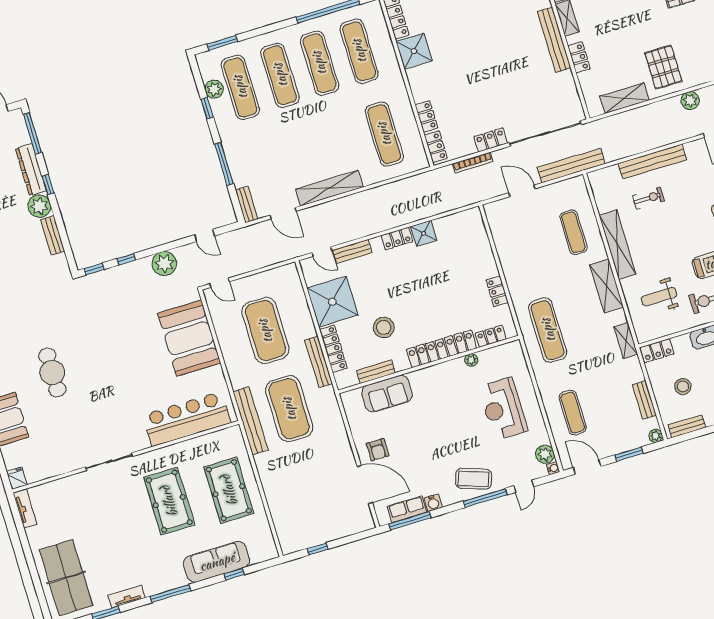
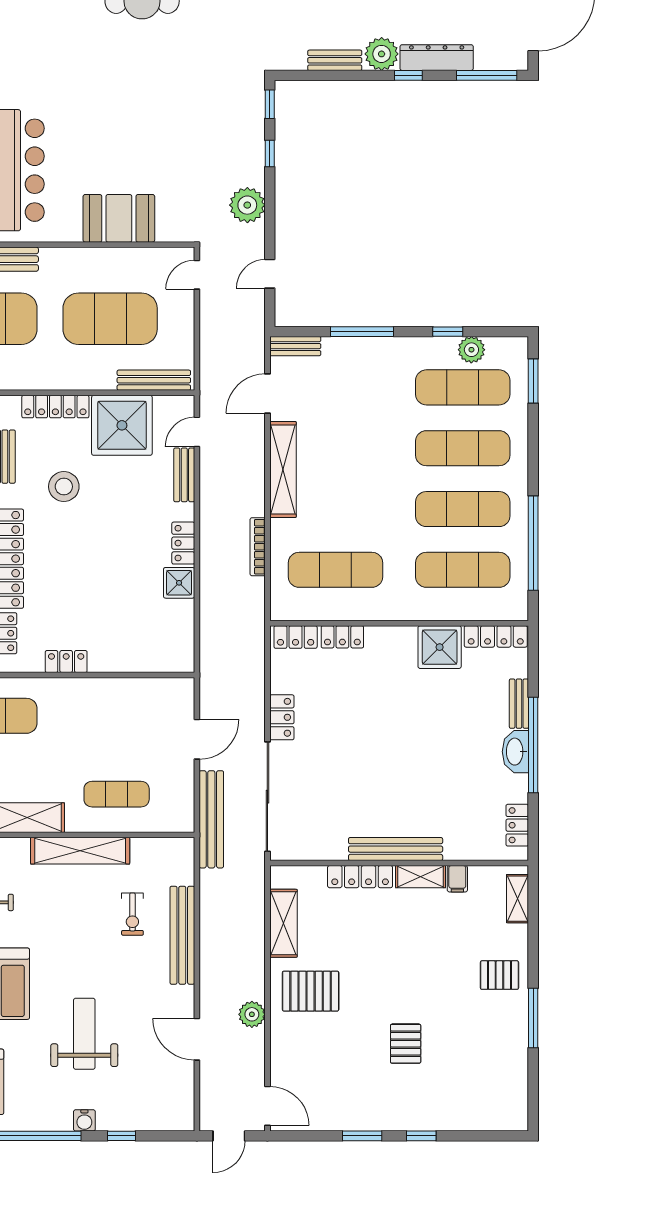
locker: (579, 57) -> (360, 877), width x1.53
bookcase: (473, 163) -> (258, 547), moved
booth: (189, 338) -> (119, 218), width x0.73, depth x0.70
bench: (319, 362) -> (154, 380), moved

